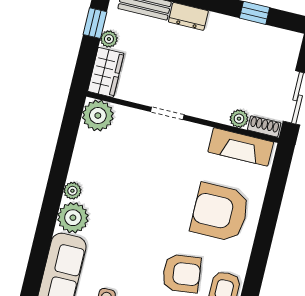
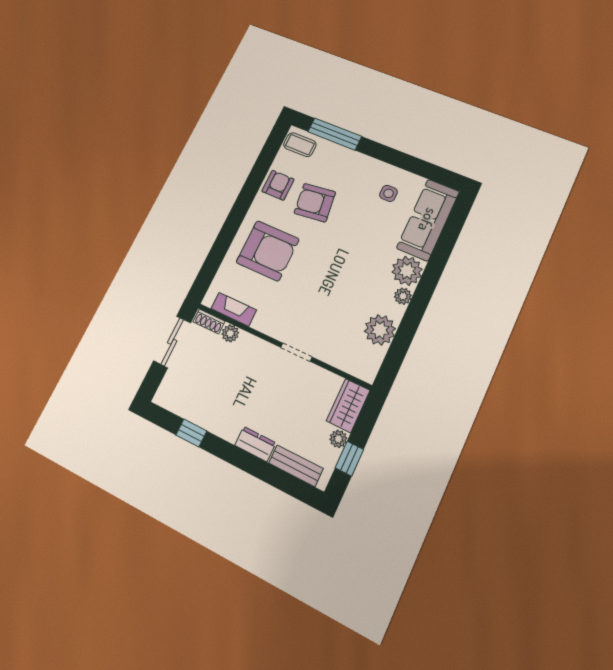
plant: (98, 116) -> (380, 330), moved
fireplace: (241, 147) -> (234, 309), width x0.73, depth x0.76

